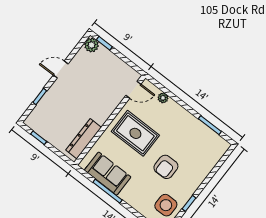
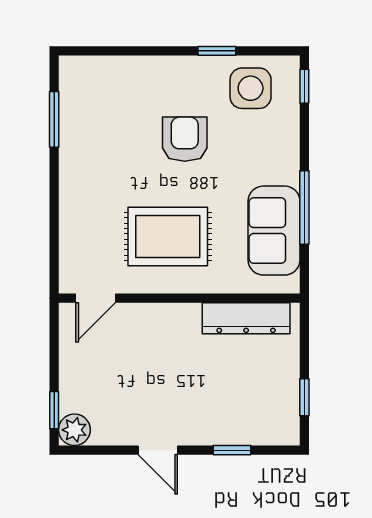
door: (133, 90) -> (96, 298), swing flipped
plant: (163, 98) -> (70, 236), removed
rug: (135, 133) -> (168, 236), turned 90
armchair: (166, 167) -> (185, 139), turned -90

